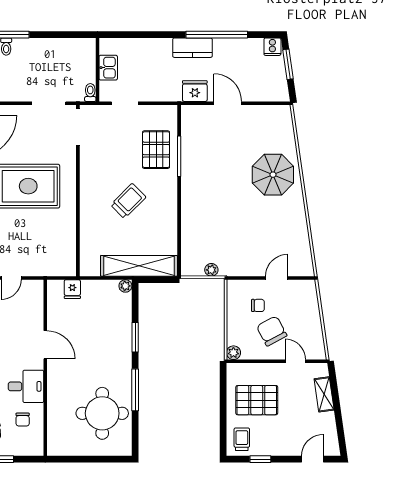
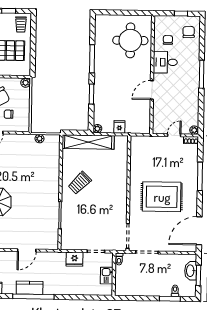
kitchen counter: (192, 48) -> (30, 288), moved
fridge: (195, 91) -> (75, 259), moved
door: (228, 103) -> (27, 250), hinge flipped
pallet: (156, 150) -> (75, 220), removed
trolley: (128, 201) -> (80, 183), moved
fridge: (72, 289) -> (119, 127), moved
door: (45, 345) -> (152, 90), hinge flipped
round table: (102, 413) -> (130, 40), moved

